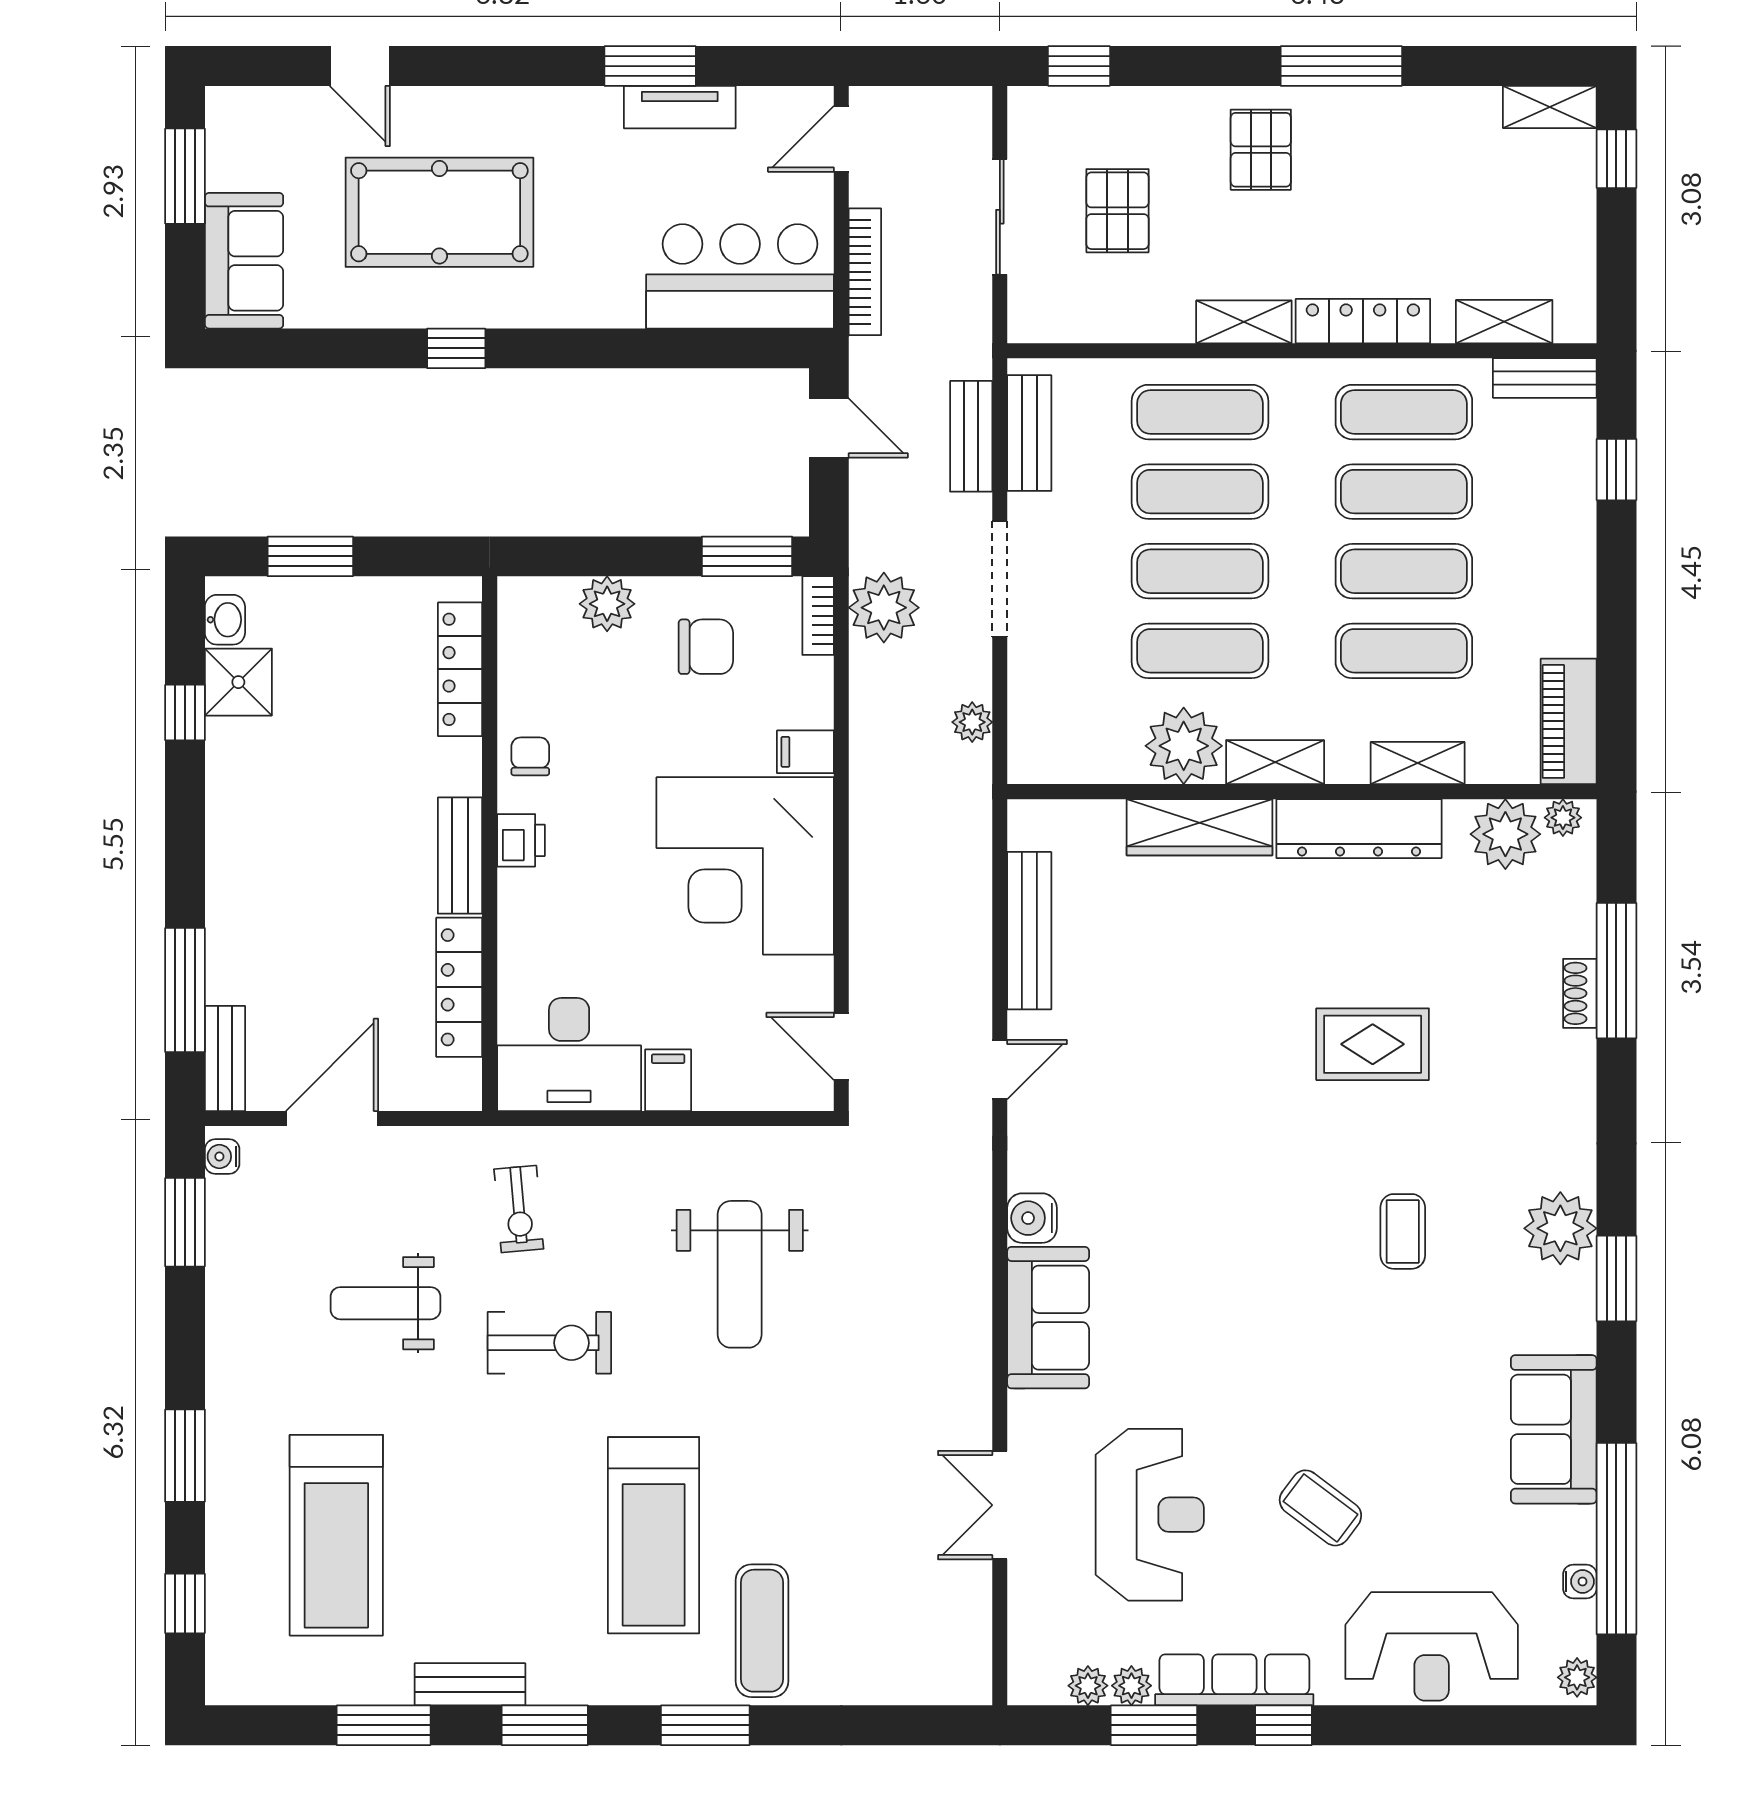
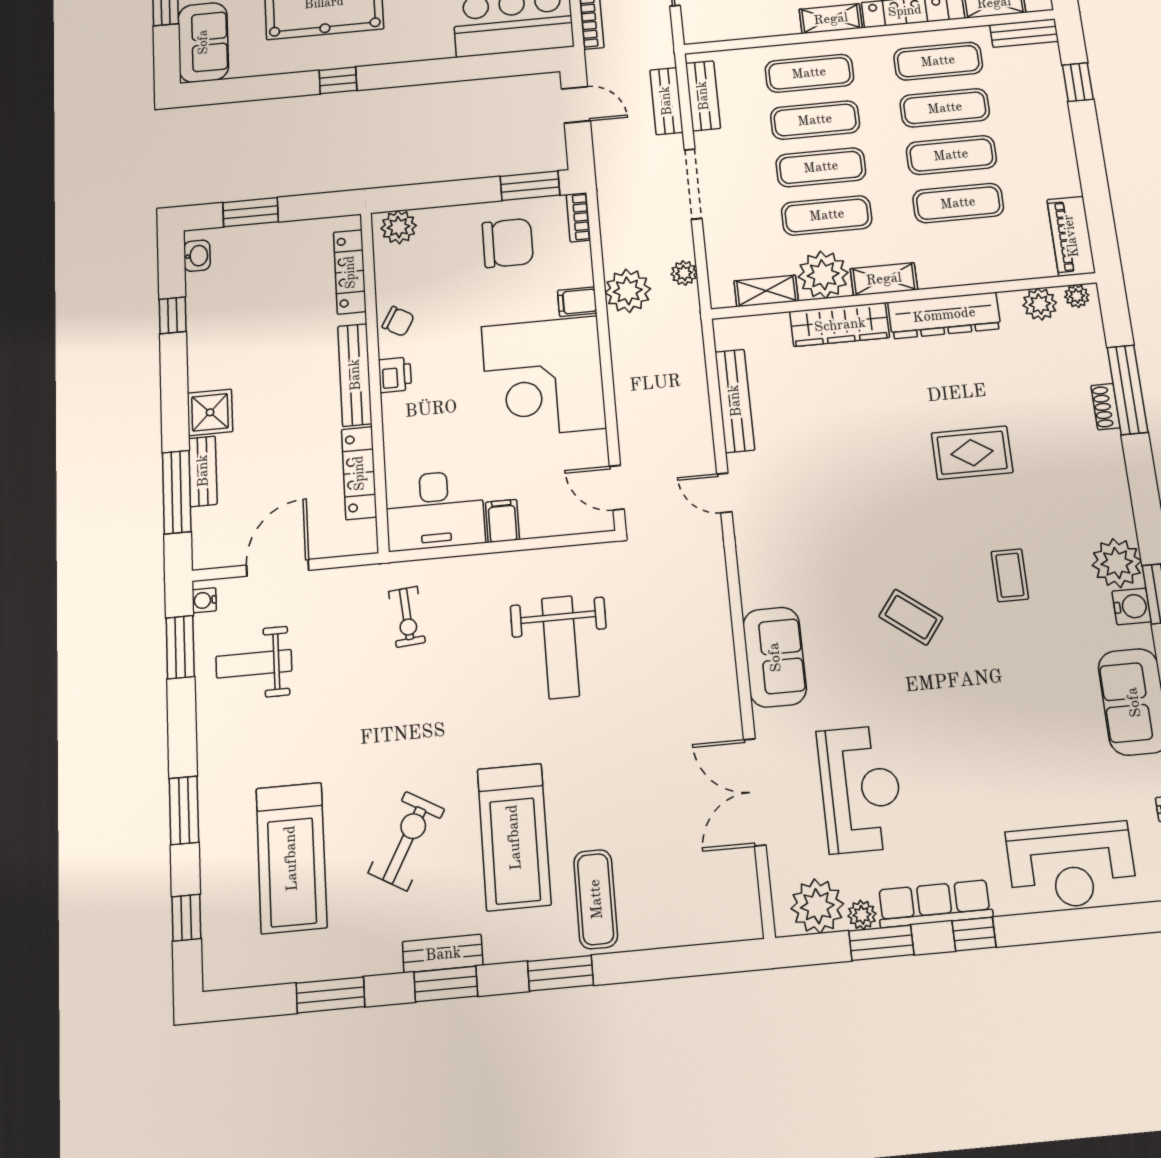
plant: (607, 604) -> (399, 227), moved
plant: (884, 608) -> (628, 291), moved
chair: (706, 647) -> (508, 243), width x1.37, depth x1.37
shower: (238, 682) -> (210, 412), moved
chair: (530, 756) -> (398, 321), turned 120
shelving: (1418, 763) -> (766, 291), moved
plant: (1505, 834) -> (1040, 304), width x0.73, depth x0.73
bench: (460, 856) -> (355, 375), width x1.36
bench: (225, 1058) -> (203, 471), moved
door: (1000, 1070) -> (724, 493), swing flipped
water cooler: (1032, 1218) -> (1132, 606), moved, turned 180
weight bench: (385, 1303) -> (254, 664), moved
exercise bike: (549, 1343) -> (406, 841), moved, turned -61
double door: (1000, 1505) -> (755, 792), width x1.37
coffee table: (1320, 1508) -> (911, 617), moved
bench: (470, 1684) -> (443, 954), moved
plant: (1088, 1686) -> (817, 906), width x1.87, depth x1.87

